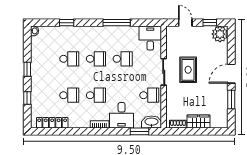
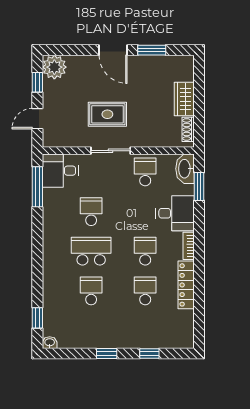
window: (67, 23) -> (37, 318), moved
window: (117, 23) -> (37, 187), moved
school desk: (96, 59) -> (91, 251), width x1.85
locker: (52, 123) -> (186, 285), moved

